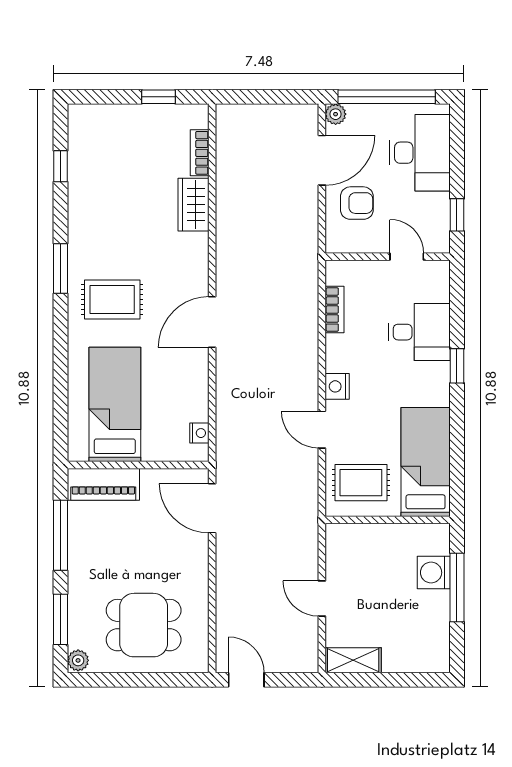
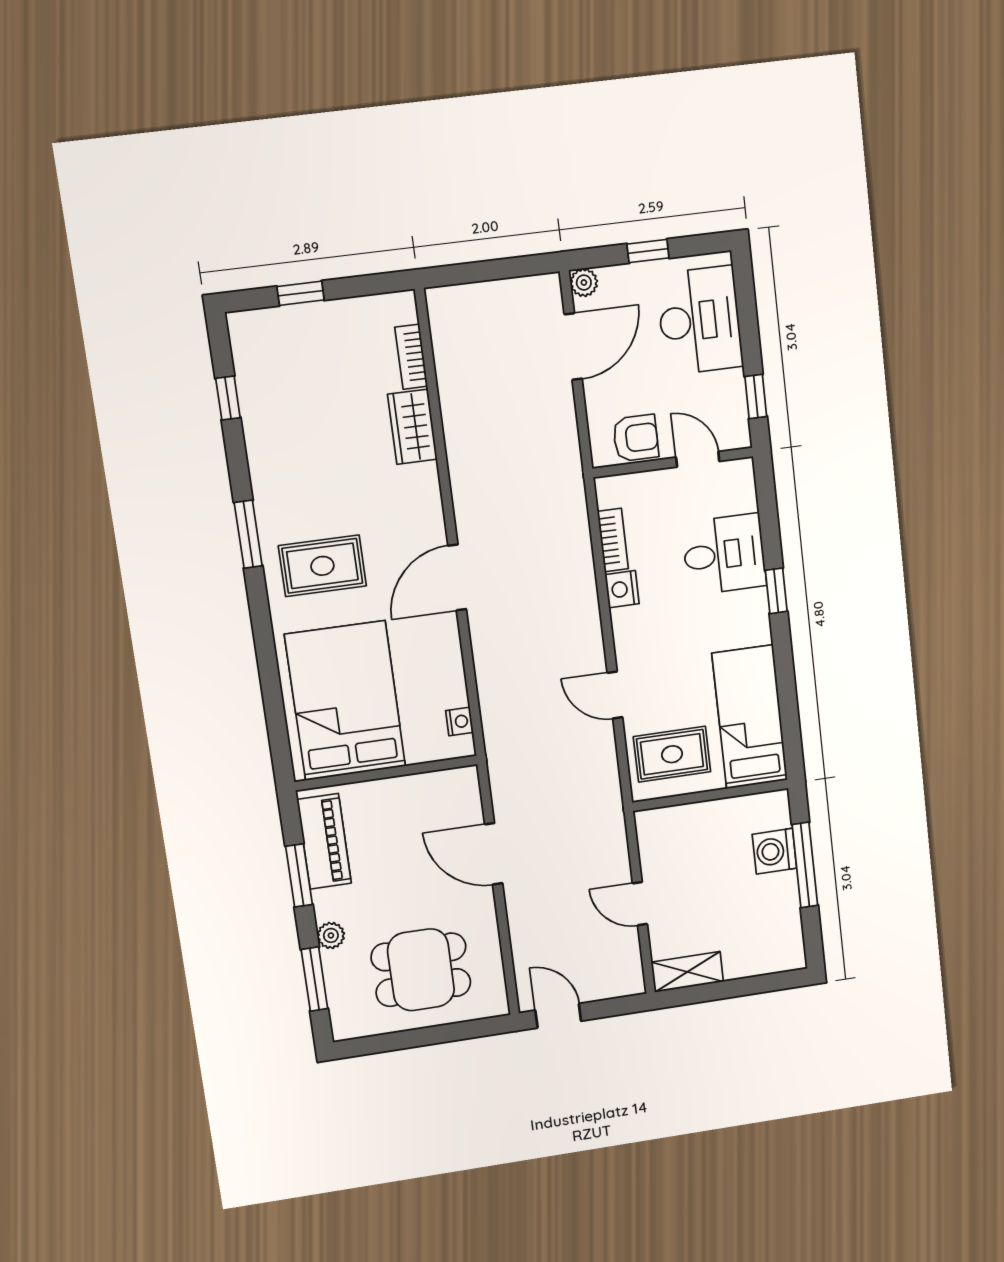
window: (159, 97) -> (301, 293), moved
window: (387, 97) -> (648, 251), width x0.32
armchair: (357, 203) -> (636, 438), moved
nightstand: (337, 386) -> (622, 589), moved
bed: (115, 404) -> (345, 701), width x1.50
piano: (103, 484) -> (324, 841), moved, turned -90
door: (212, 508) -> (494, 854), moved
window: (61, 535) -> (299, 875), width x0.69
plant: (78, 660) -> (331, 935), moved

